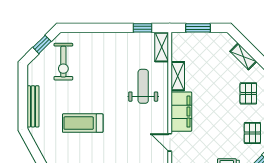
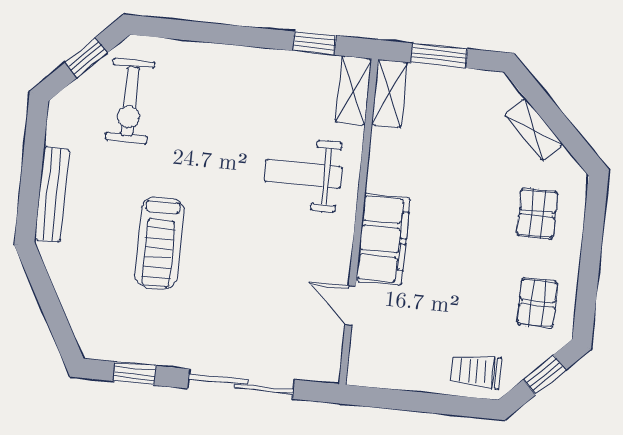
shelving: (178, 76) -> (390, 94), moved
weight bench: (143, 86) -> (303, 174), turned -90
treadmill: (83, 123) -> (159, 243), turned -90

